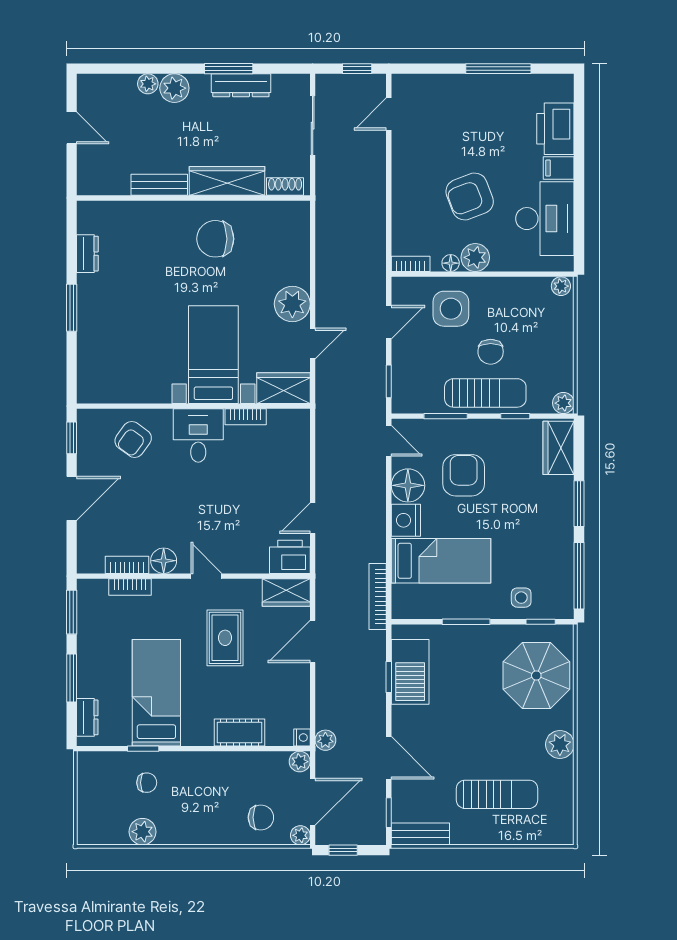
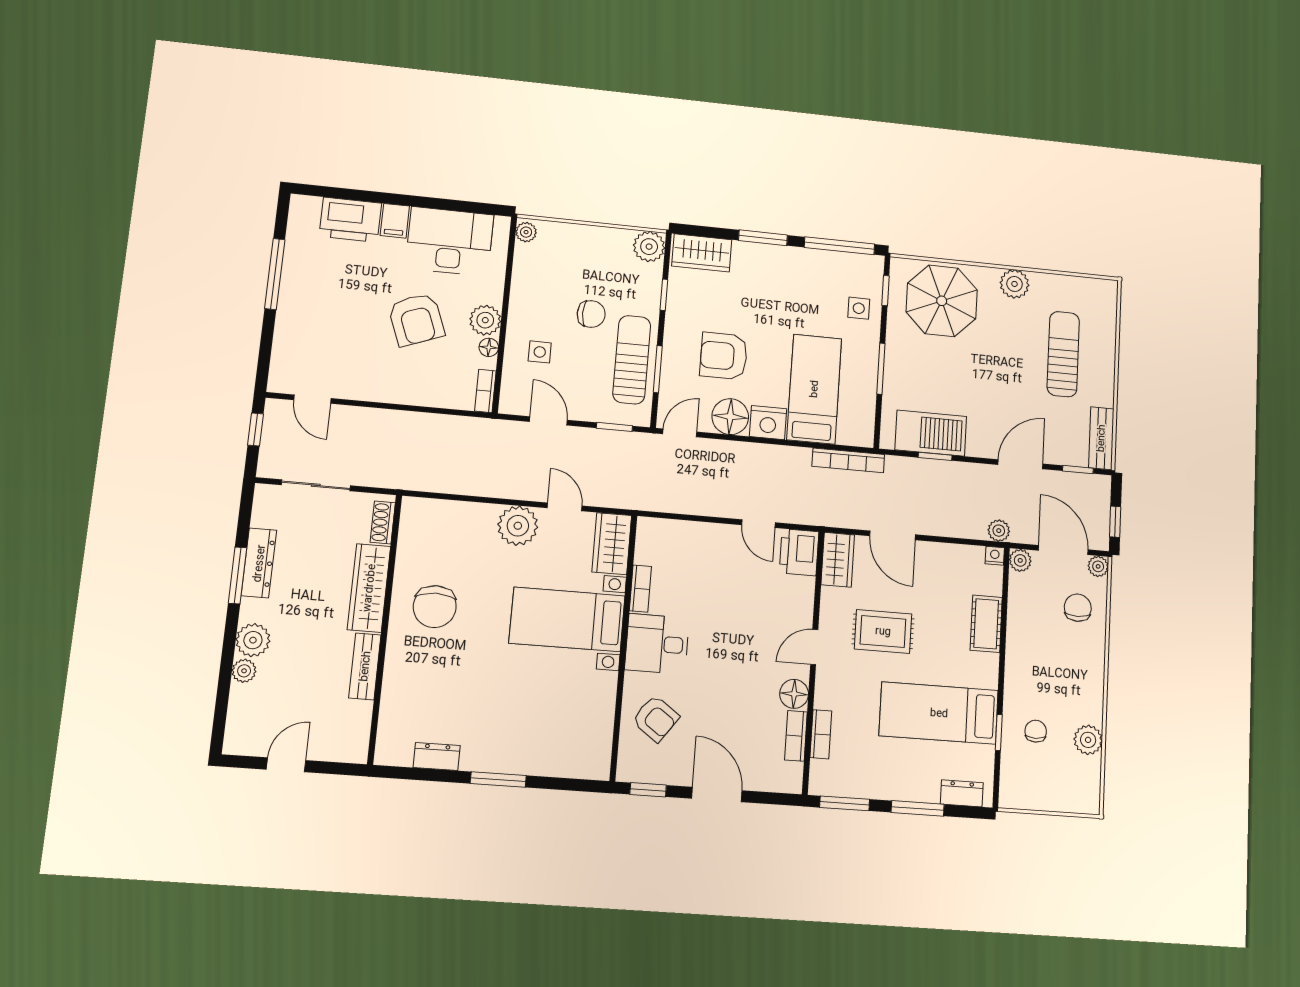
side table: (451, 309) -> (540, 352), width x0.54, depth x0.54
sun lounger: (485, 393) -> (632, 360), moved
plant: (563, 403) -> (649, 247), width x1.38, depth x1.38

